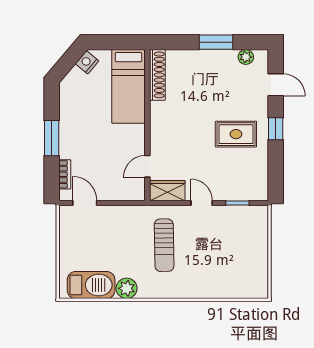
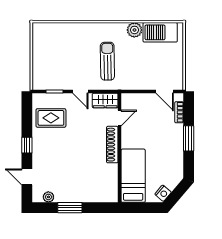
shoe rack: (157, 75) -> (112, 145), moved
rug: (236, 134) -> (51, 118), moved

